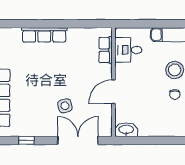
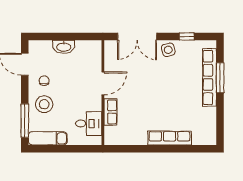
row of seats: (106, 50) -> (111, 112), moved
side table: (65, 106) -> (168, 50), moved
washbasin: (126, 130) -> (64, 47), moved

